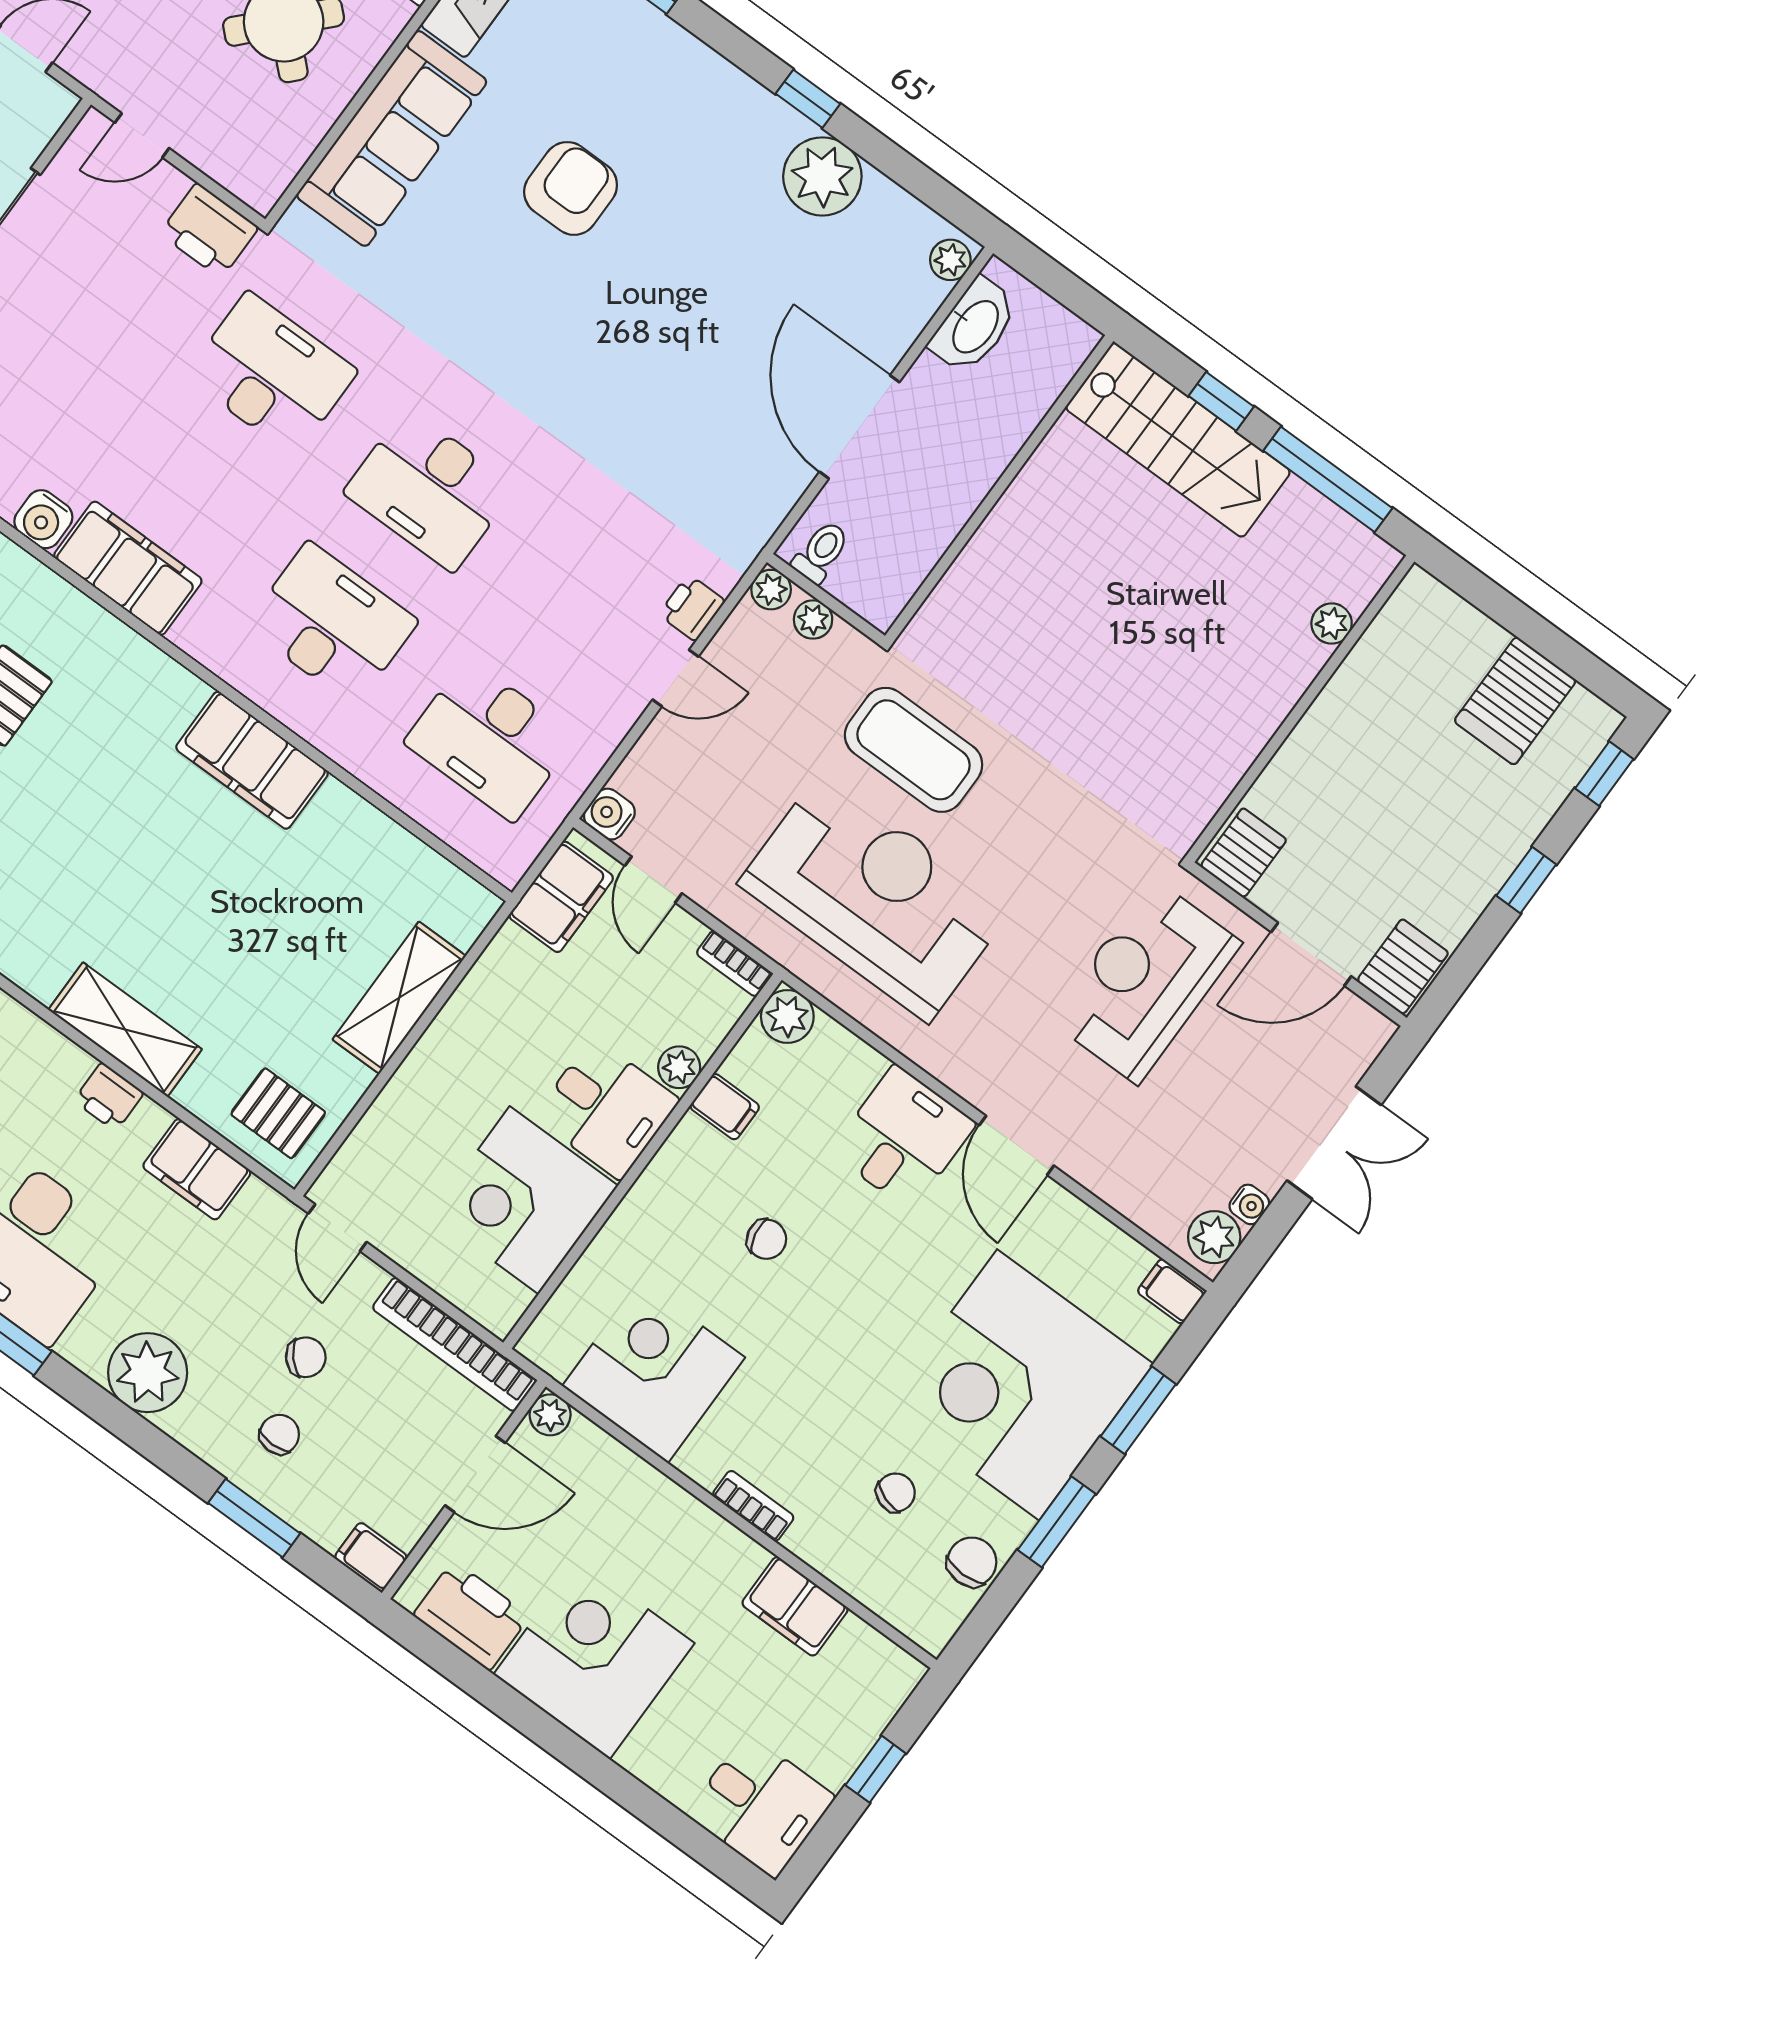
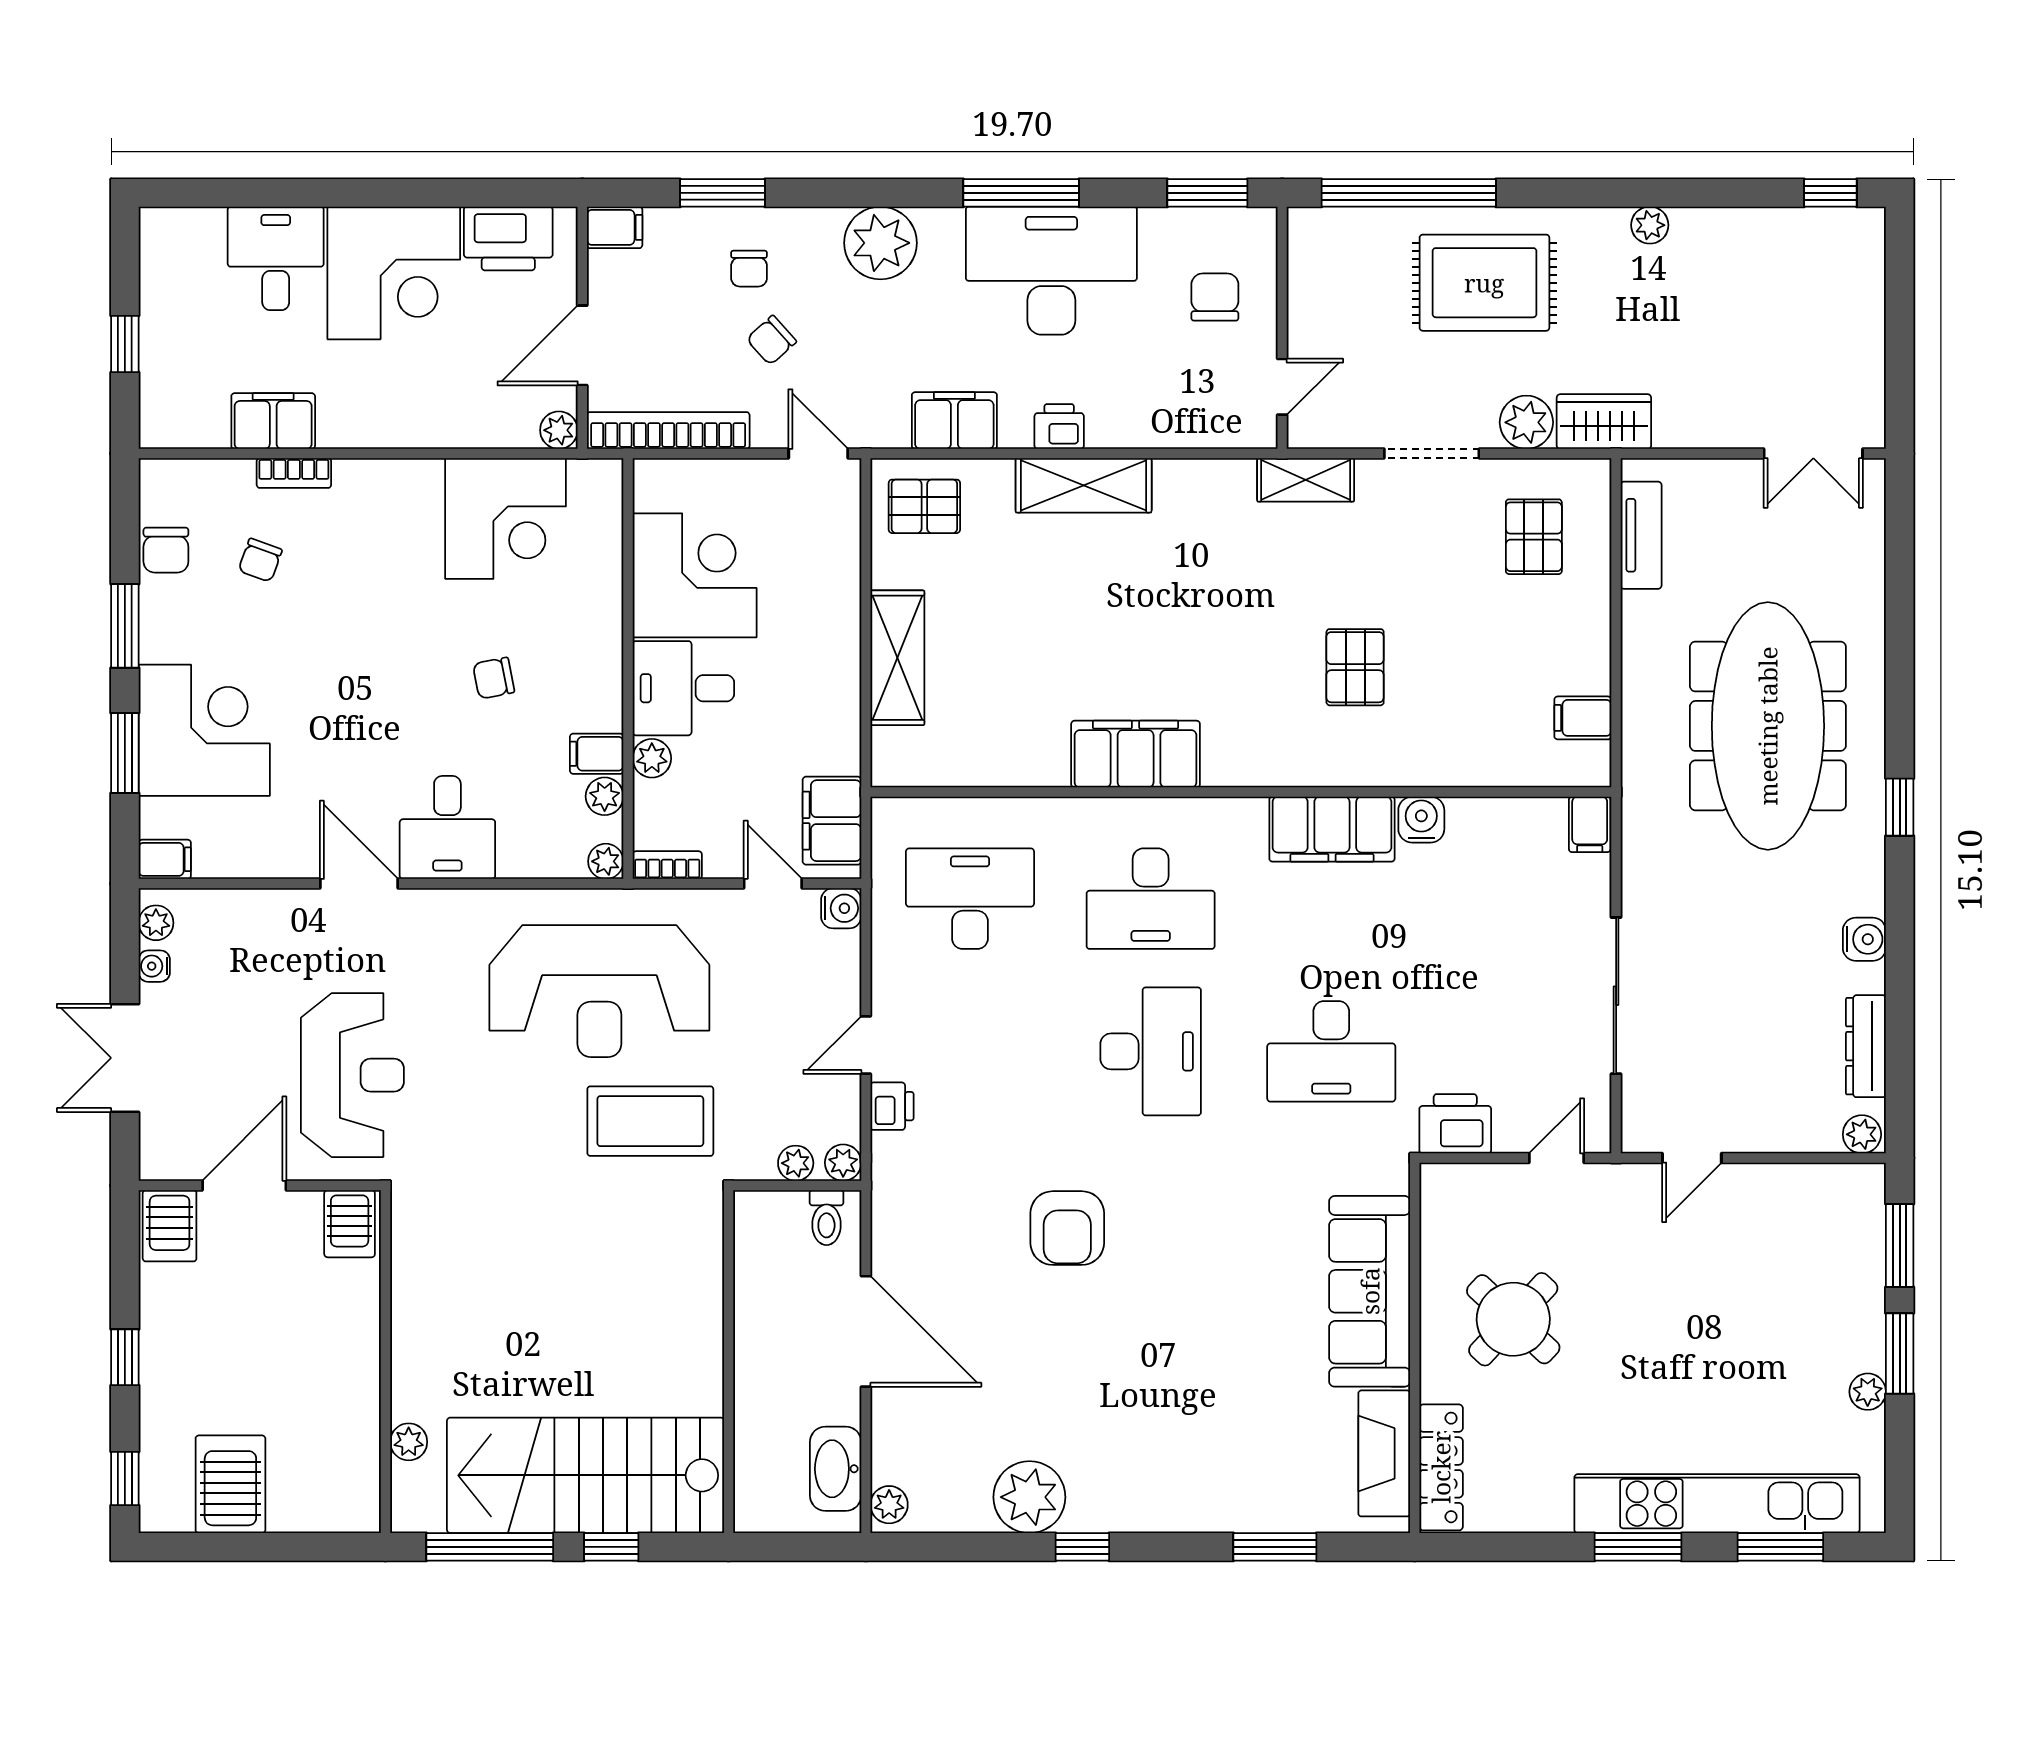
armchair: (571, 188) -> (1067, 1228), moved
stairs: (1178, 440) -> (586, 1475), width x1.36, depth x1.51
desk: (430, 490) -> (1151, 1051), turned 90
plant: (787, 1016) -> (606, 861), width x0.73, depth x0.73
plant: (745, 1064) -> (605, 796), added
plant: (1214, 1237) -> (156, 923), width x0.73, depth x0.73
corner desk: (1018, 1385) -> (204, 730), width x0.74, depth x0.74
bookcase: (753, 1506) -> (294, 473), moved
desk: (761, 1806) -> (276, 258), moved, turned 90

